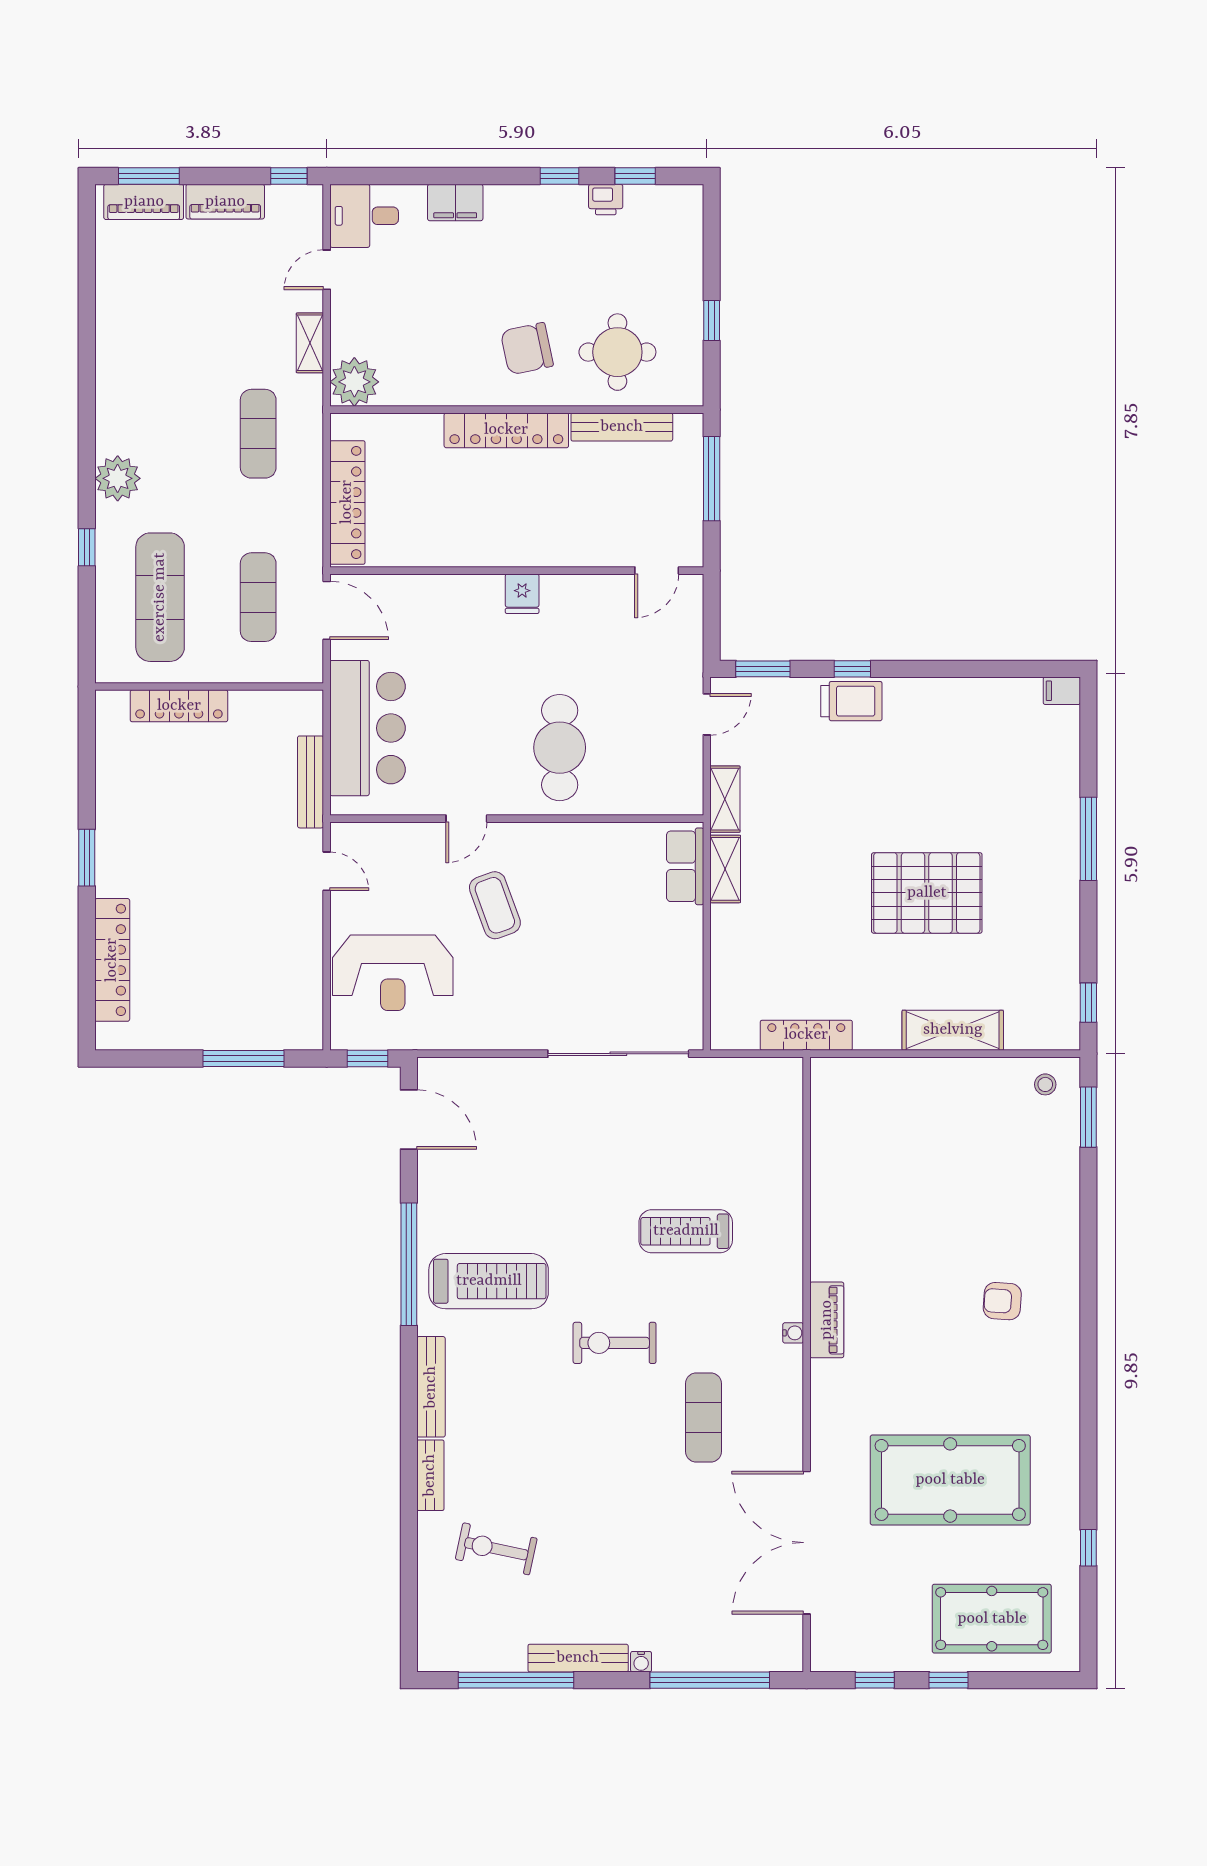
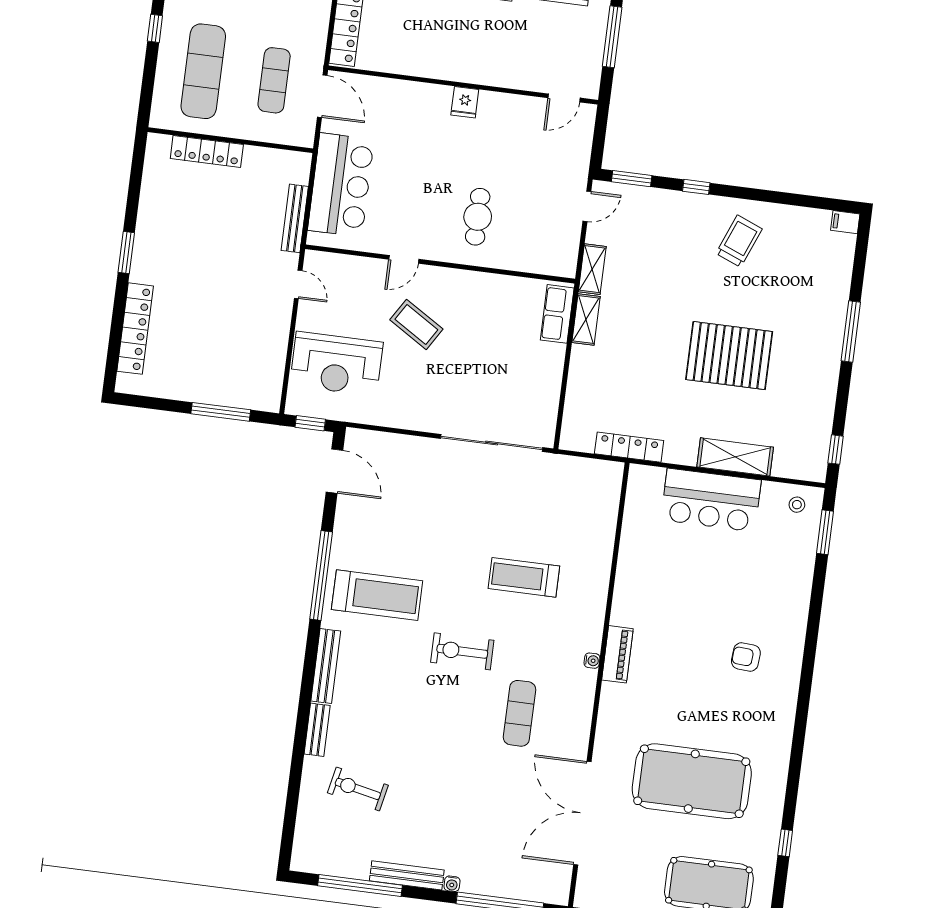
trolley: (851, 701) -> (739, 241), moved, turned -68
cafe table: (560, 748) -> (478, 217), width x0.73, depth x0.74
coffee table: (495, 905) -> (416, 324), turned -38
bar counter: (927, 1093) -> (711, 500), added

